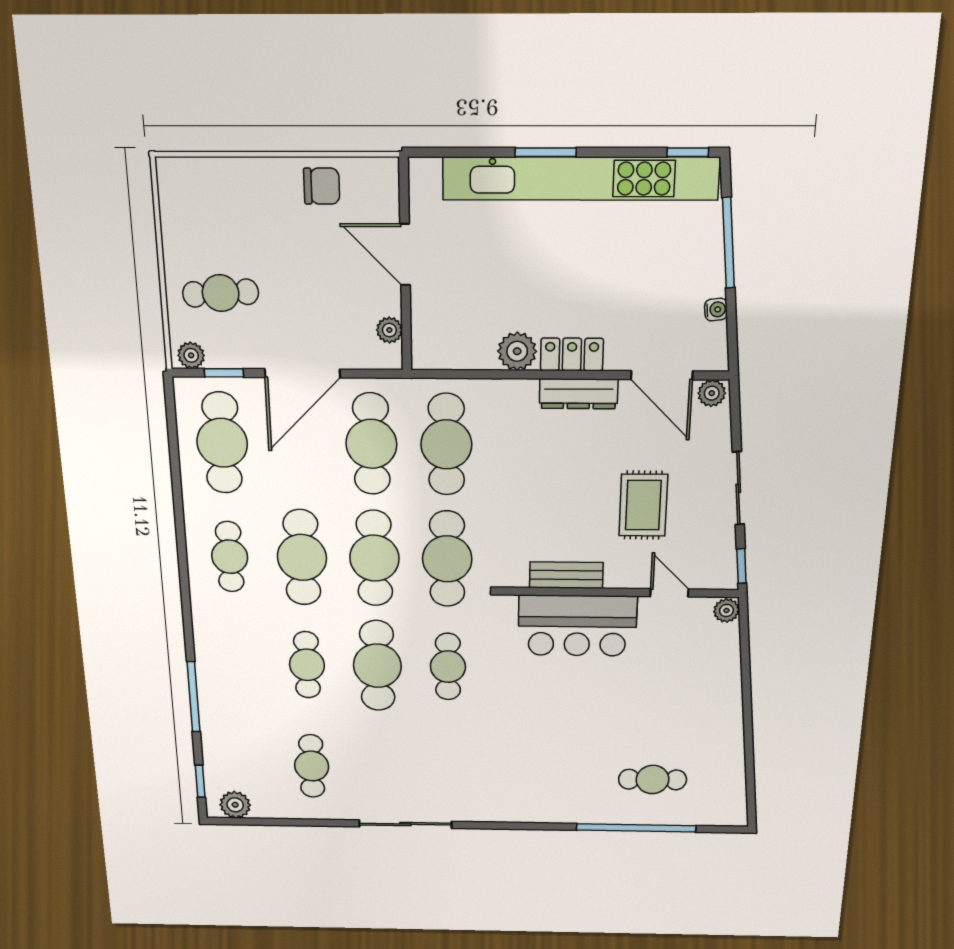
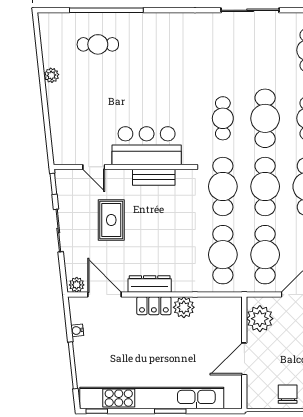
chair: (322, 186) -> (288, 394), turned 90
door: (405, 255) -> (244, 359), swing flipped
plant: (389, 330) -> (260, 319), width x1.87, depth x1.87
plant: (726, 610) -> (51, 75), moved

